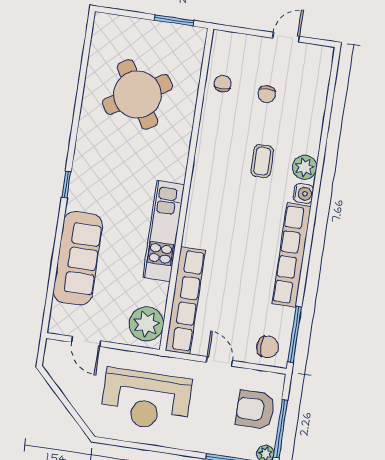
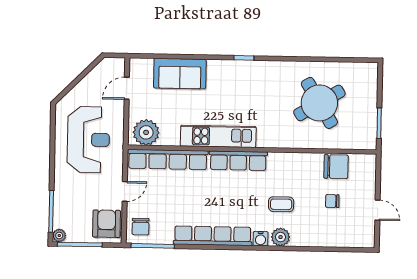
chair: (223, 84) -> (336, 167), width x1.87, depth x1.87
row of seats: (199, 209) -> (238, 161), added
sofa: (78, 258) -> (180, 74), width x0.73
reception desk: (146, 400) -> (88, 140), turned 180
armchair: (255, 410) -> (107, 224), moved

